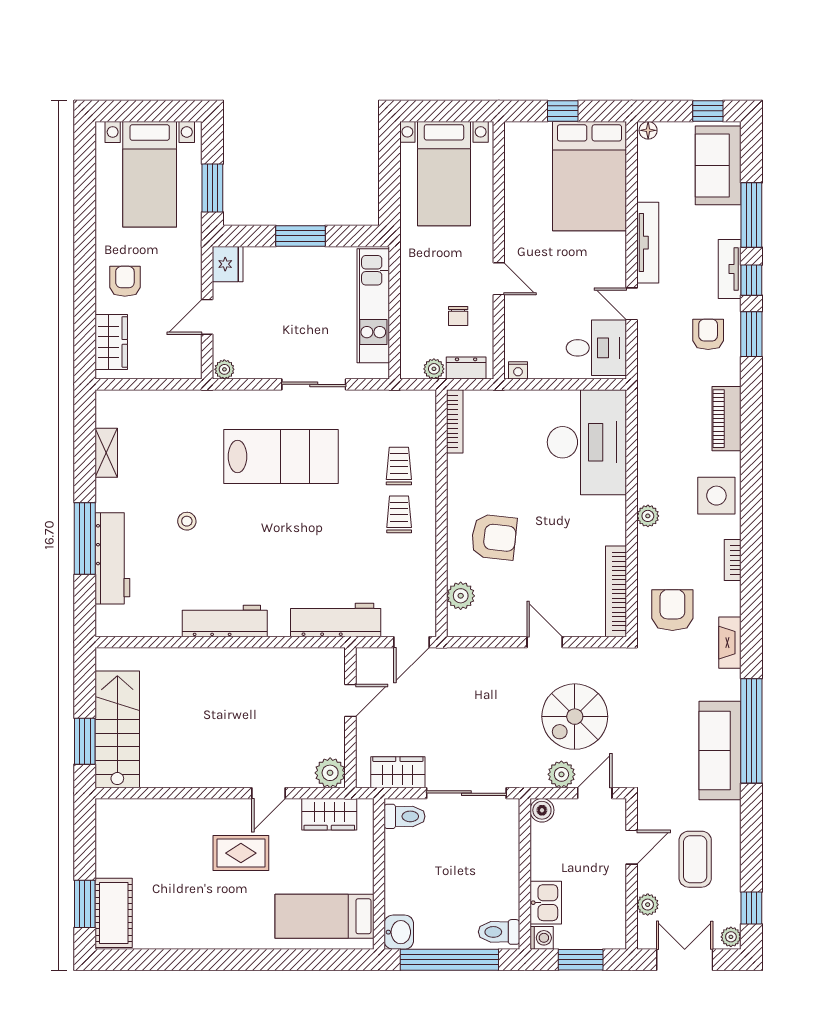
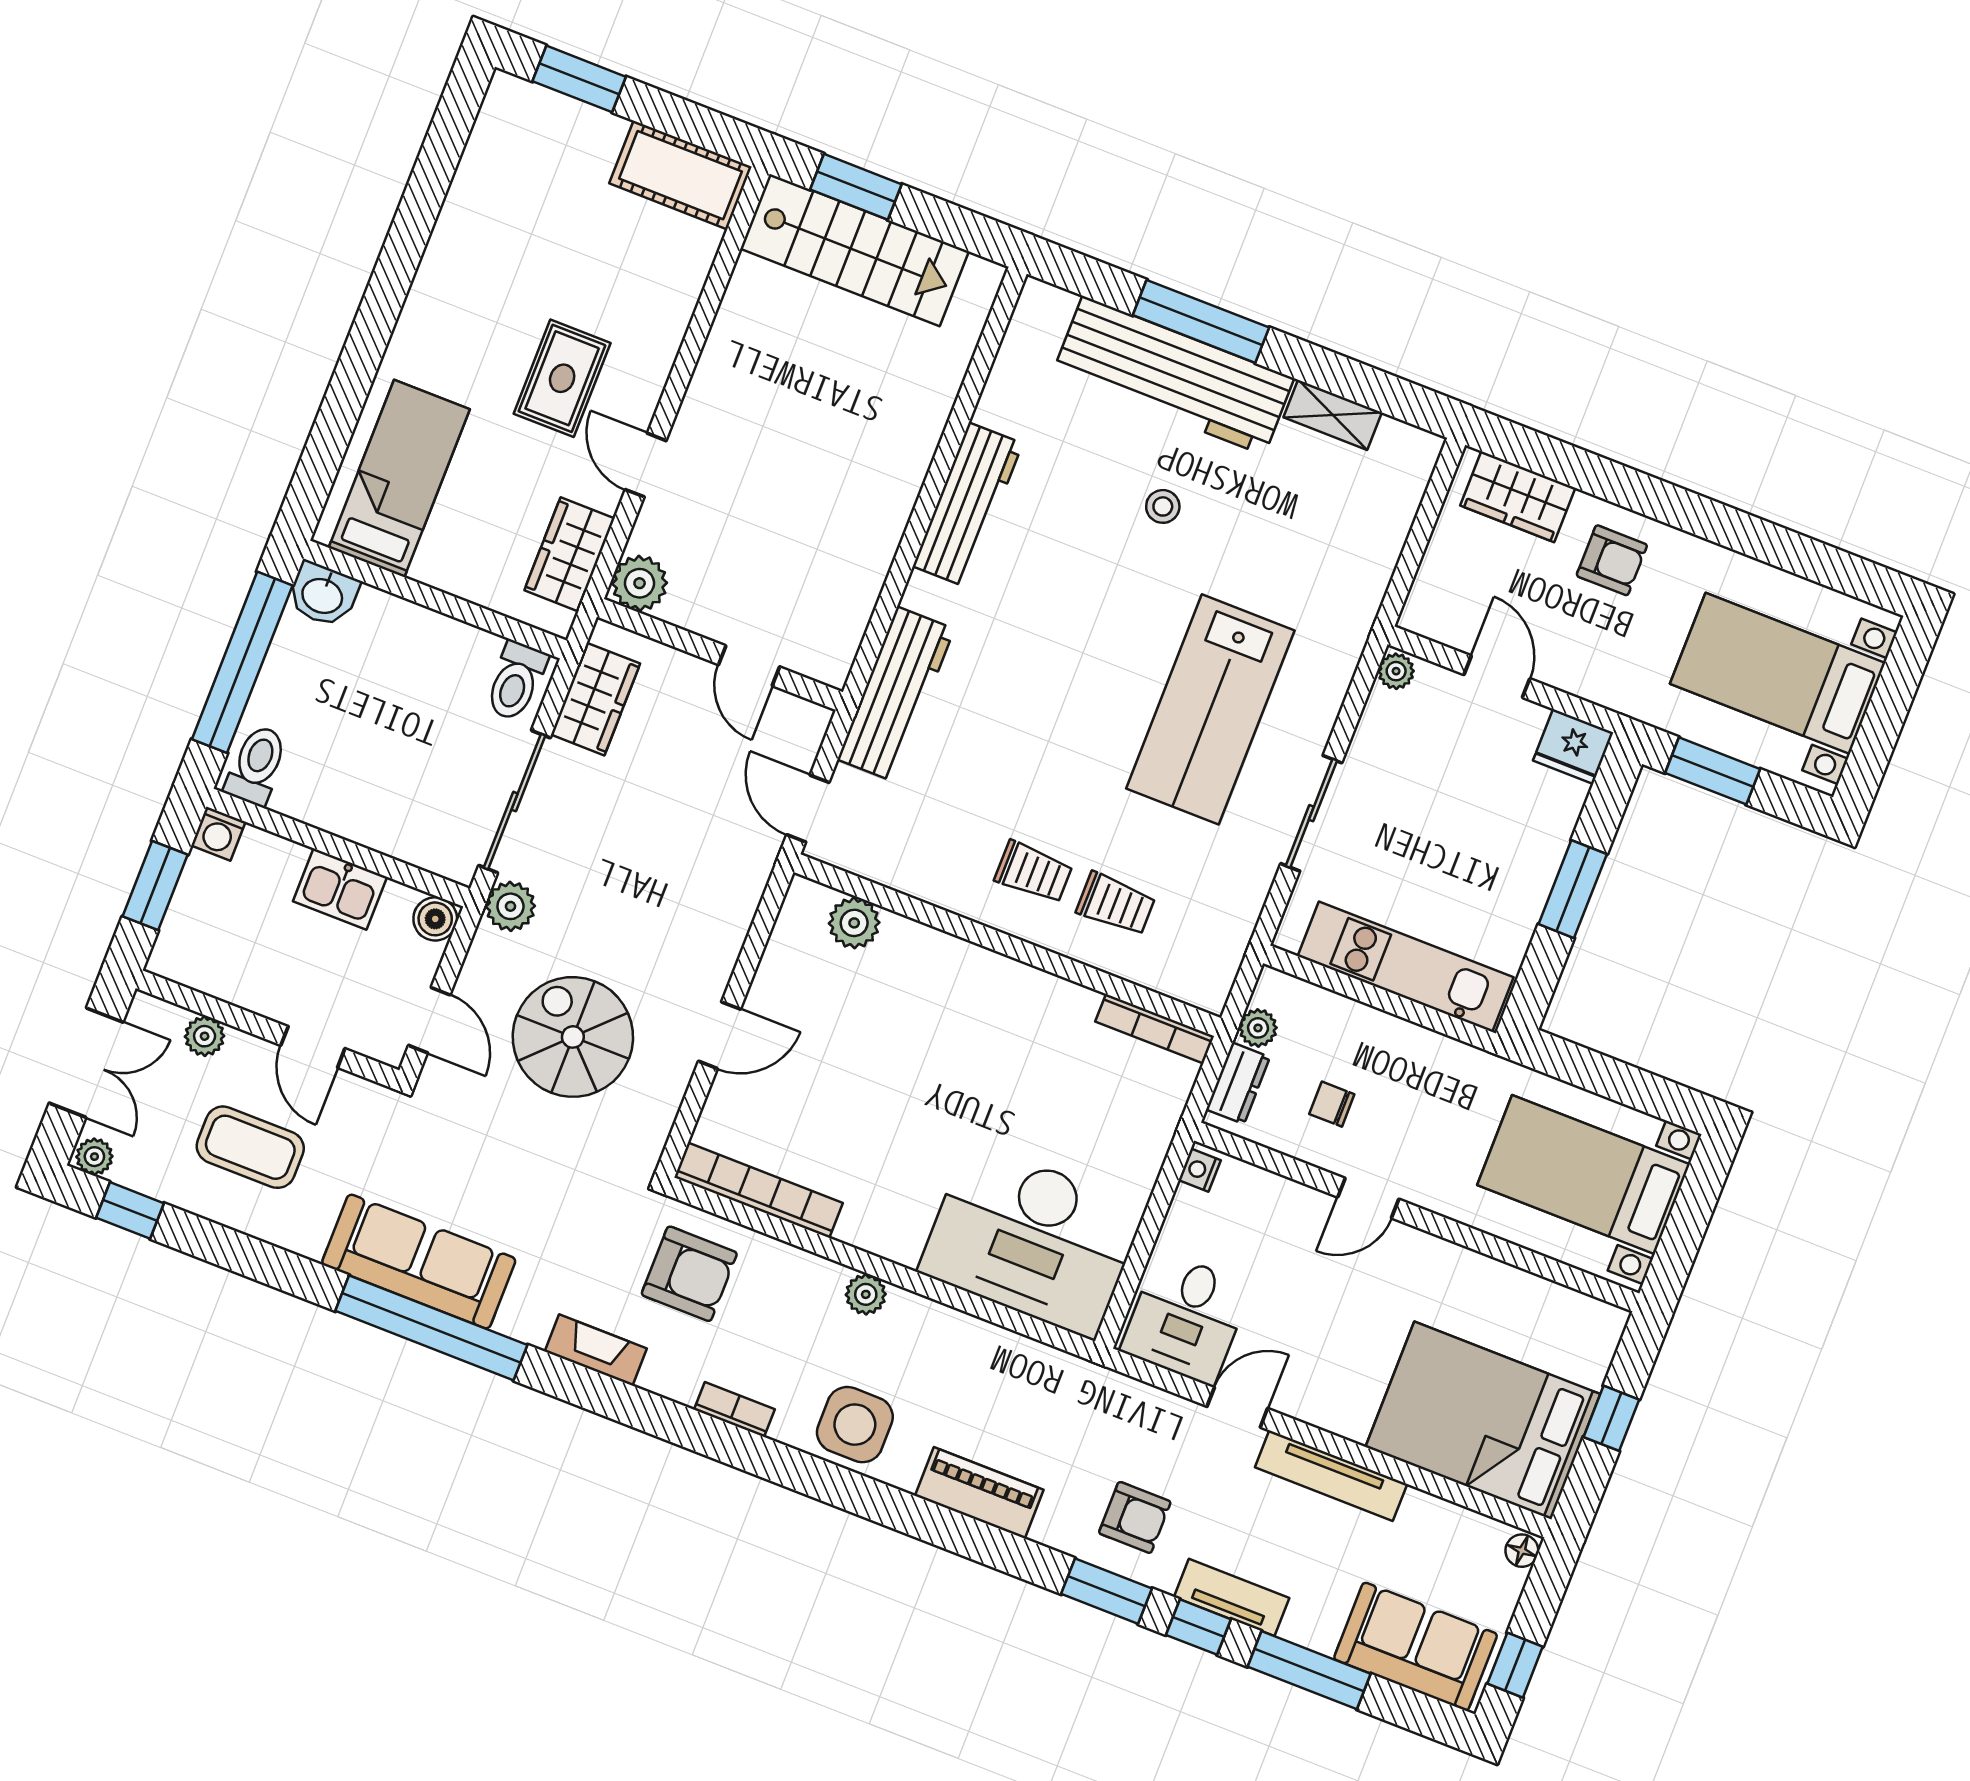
armchair: (494, 537) -> (932, 1018), removed
workbench: (112, 558) -> (1173, 376), width x1.36, depth x1.32
plant: (561, 774) -> (510, 906), moved
kitchen sink: (546, 903) -> (340, 889), moved
cot: (114, 913) -> (680, 175), moved

